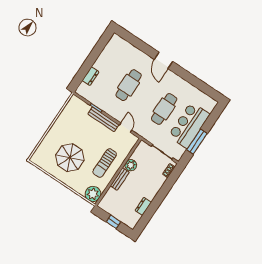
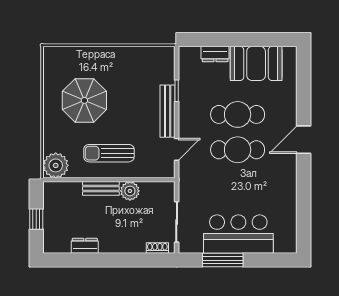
booth: (109, 59) -> (256, 63), added
cafe table: (164, 109) -> (238, 150), moved

